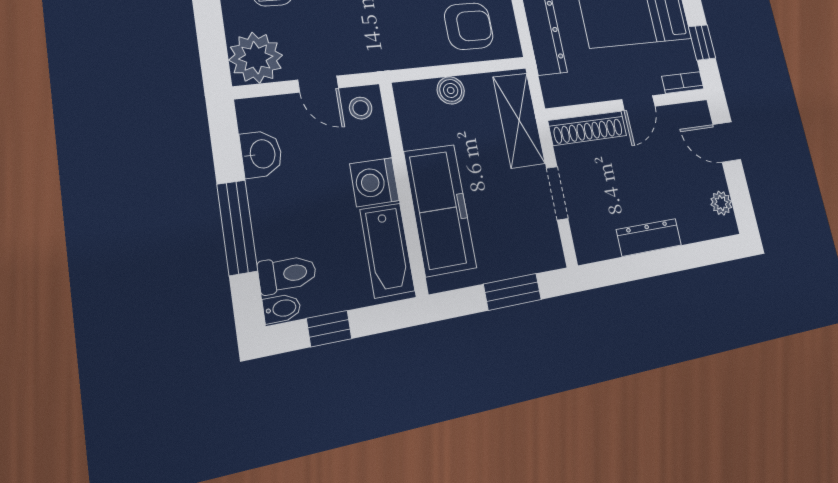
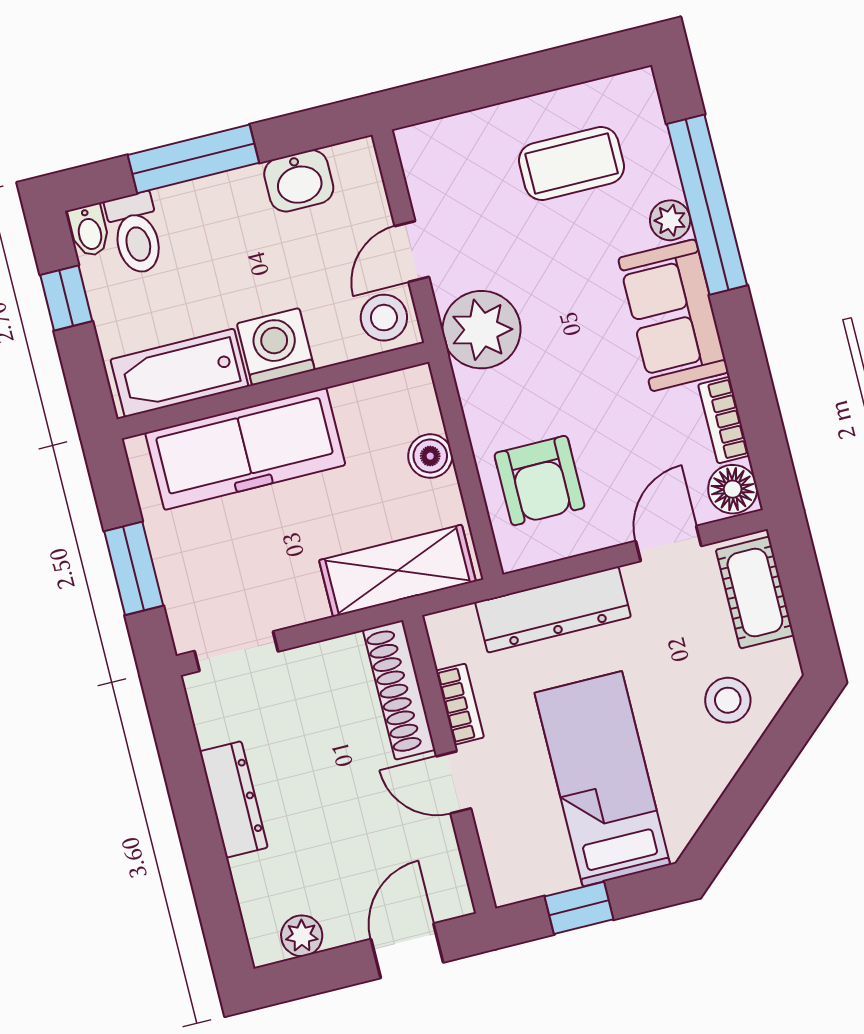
plant: (256, 58) -> (481, 330), moved
bookcase: (683, 83) -> (460, 704), moved
stool: (361, 108) -> (384, 318), width x1.37, depth x1.37
doorway: (557, 193) -> (236, 651), moved

